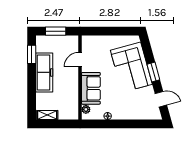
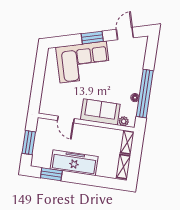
shelving: (68, 115) -> (127, 142), added
window: (112, 124) -> (145, 94), added

